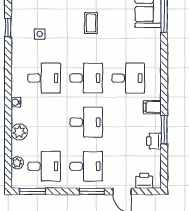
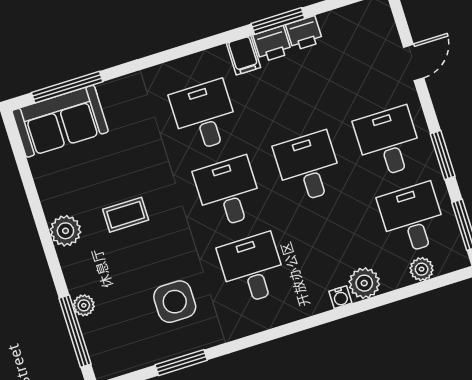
window: (8, 28) -> (181, 363), width x1.50
side table: (40, 34) -> (175, 302), width x1.87, depth x1.87
water cooler: (16, 102) -> (340, 297), moved
printer: (144, 181) -> (272, 44), moved, turned -90
window: (92, 191) -> (443, 155), moved

